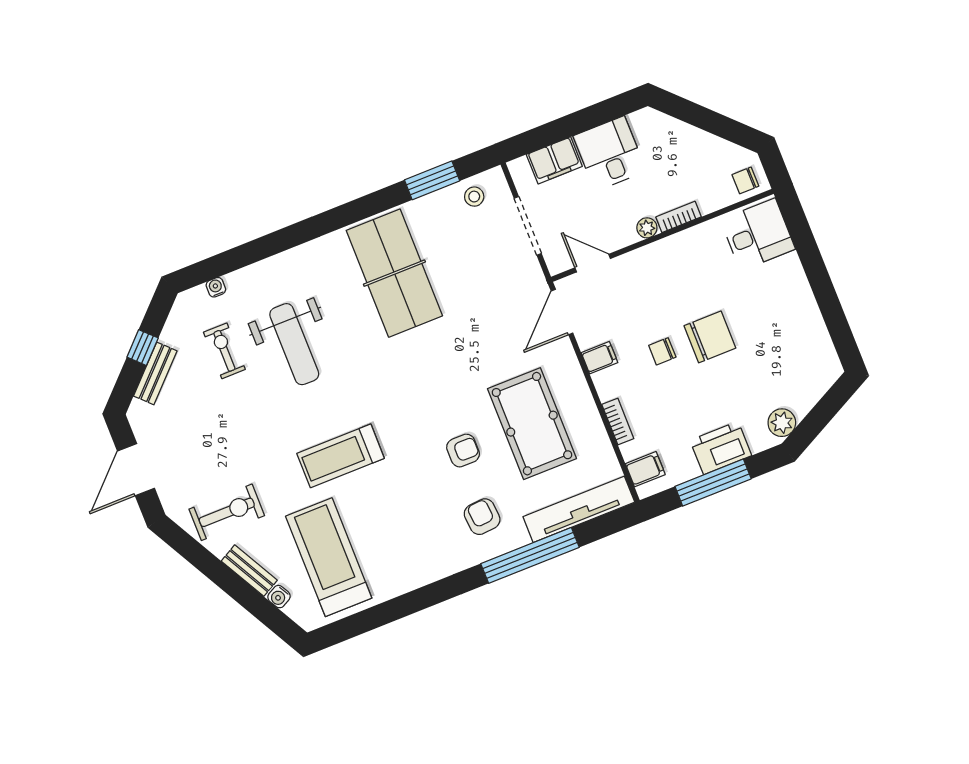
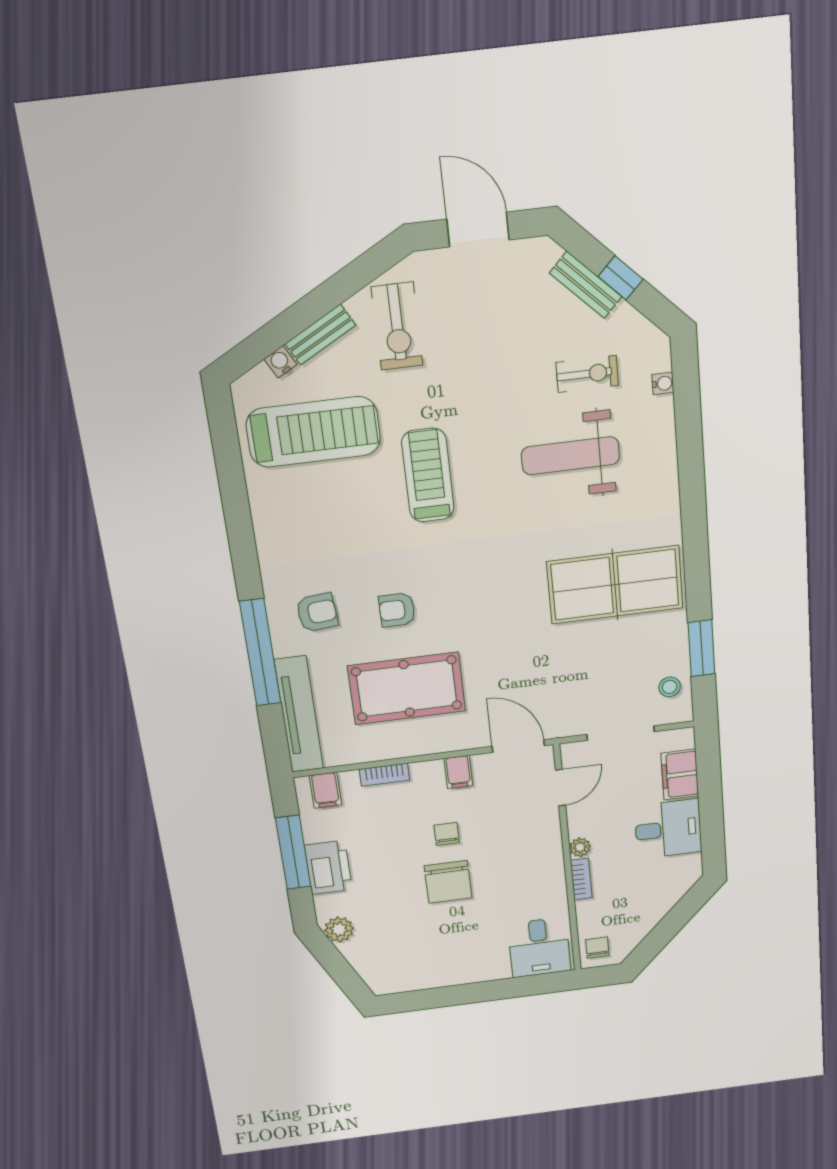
armchair: (463, 451) -> (397, 610), turned 90

